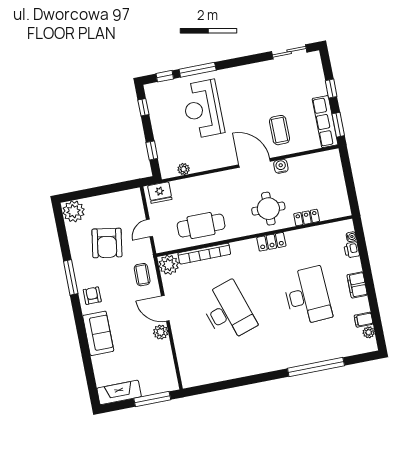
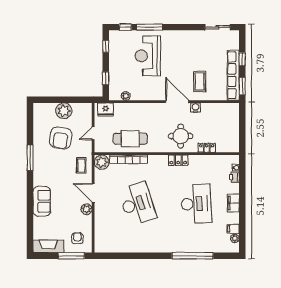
row of seats: (325, 122) -> (233, 75), width x1.36
plant: (74, 211) -> (64, 111), moved
armchair: (92, 296) -> (77, 238), moved

